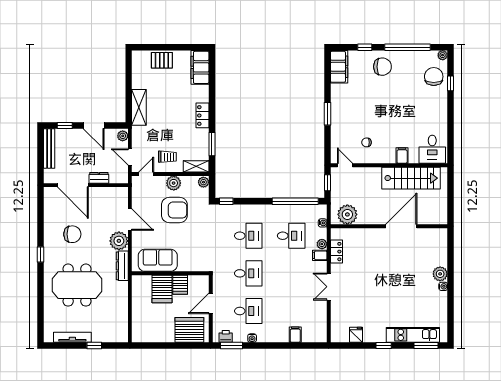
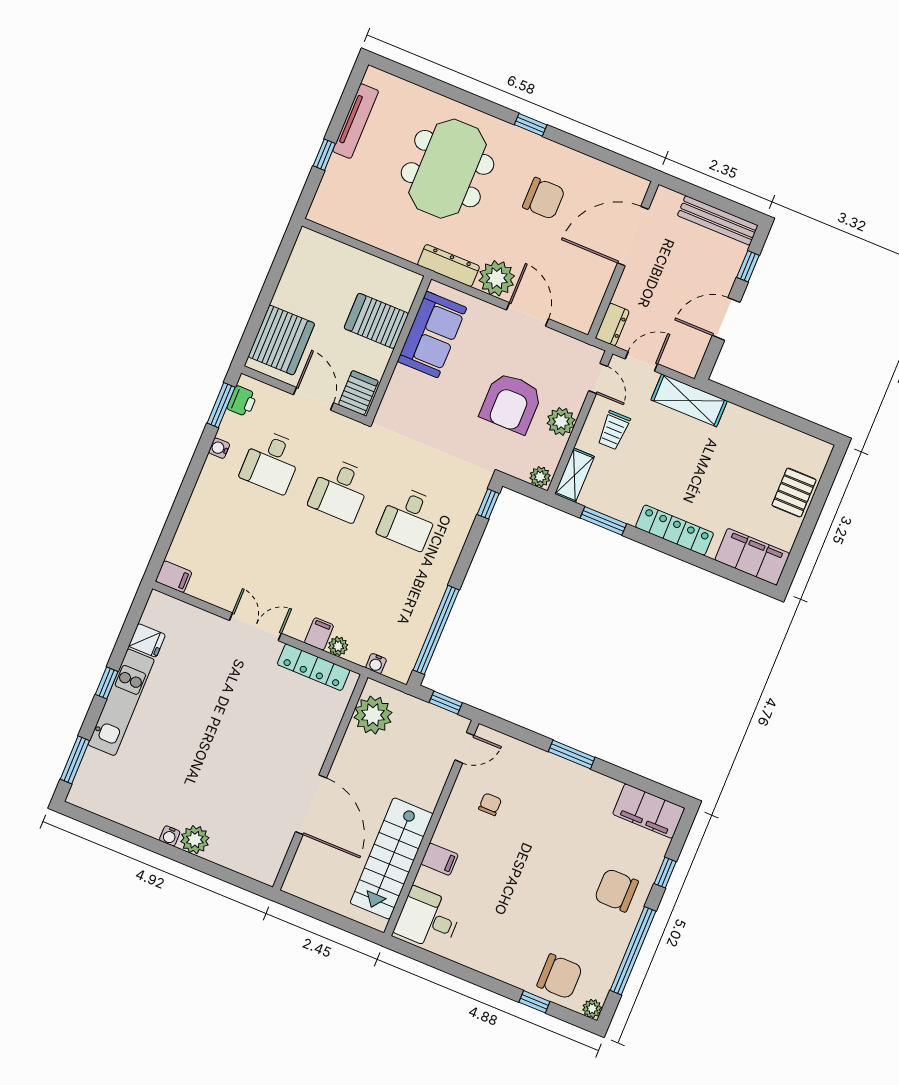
chair: (382, 67) -> (616, 890), turned 90
shelving: (139, 107) -> (689, 400), moved
locker: (202, 115) -> (675, 530), width x1.53
plant: (123, 136) -> (685, 364), removed
dresser: (99, 178) -> (612, 325), moved
door: (130, 219) -> (527, 314), swing flipped
chair: (72, 234) -> (544, 198), turned -90
desk: (291, 236) -> (376, 596), removed
locker: (336, 252) -> (314, 667), width x1.53
server rack: (180, 285) -> (358, 393), moved, turned 90
filing cabinet: (295, 335) -> (174, 577), moved
kitchen unit: (413, 335) -> (121, 702), moved

